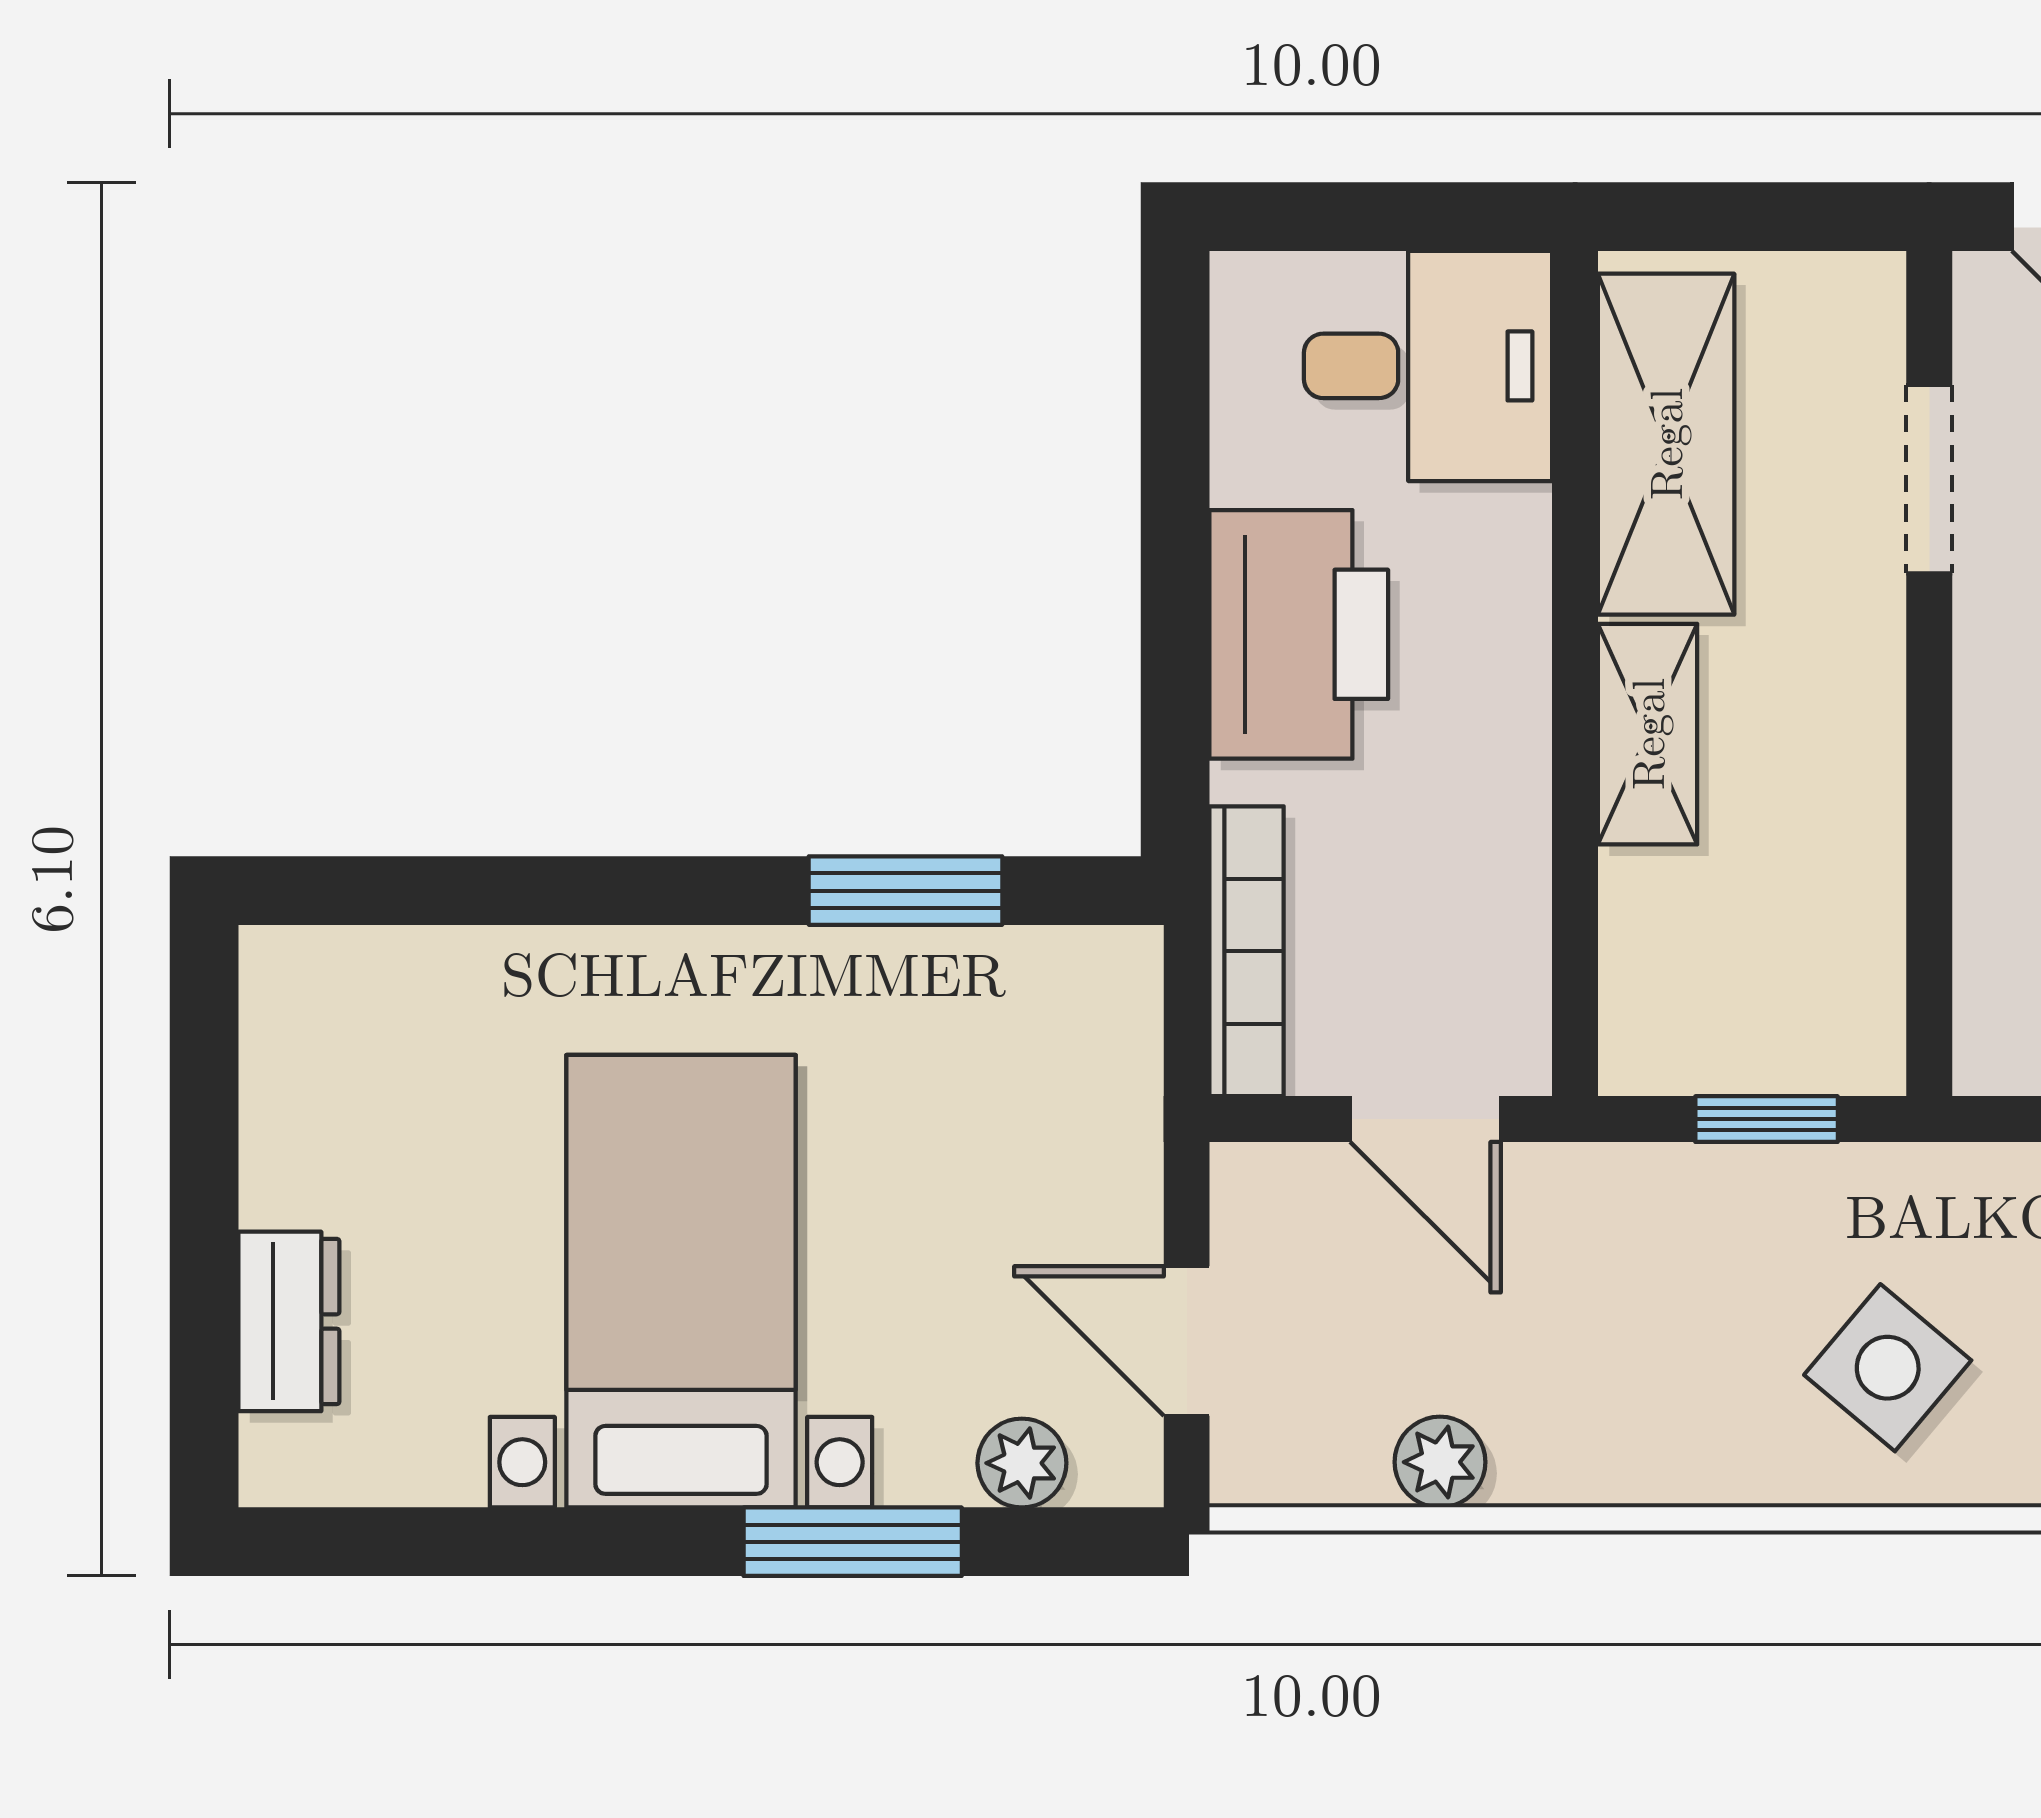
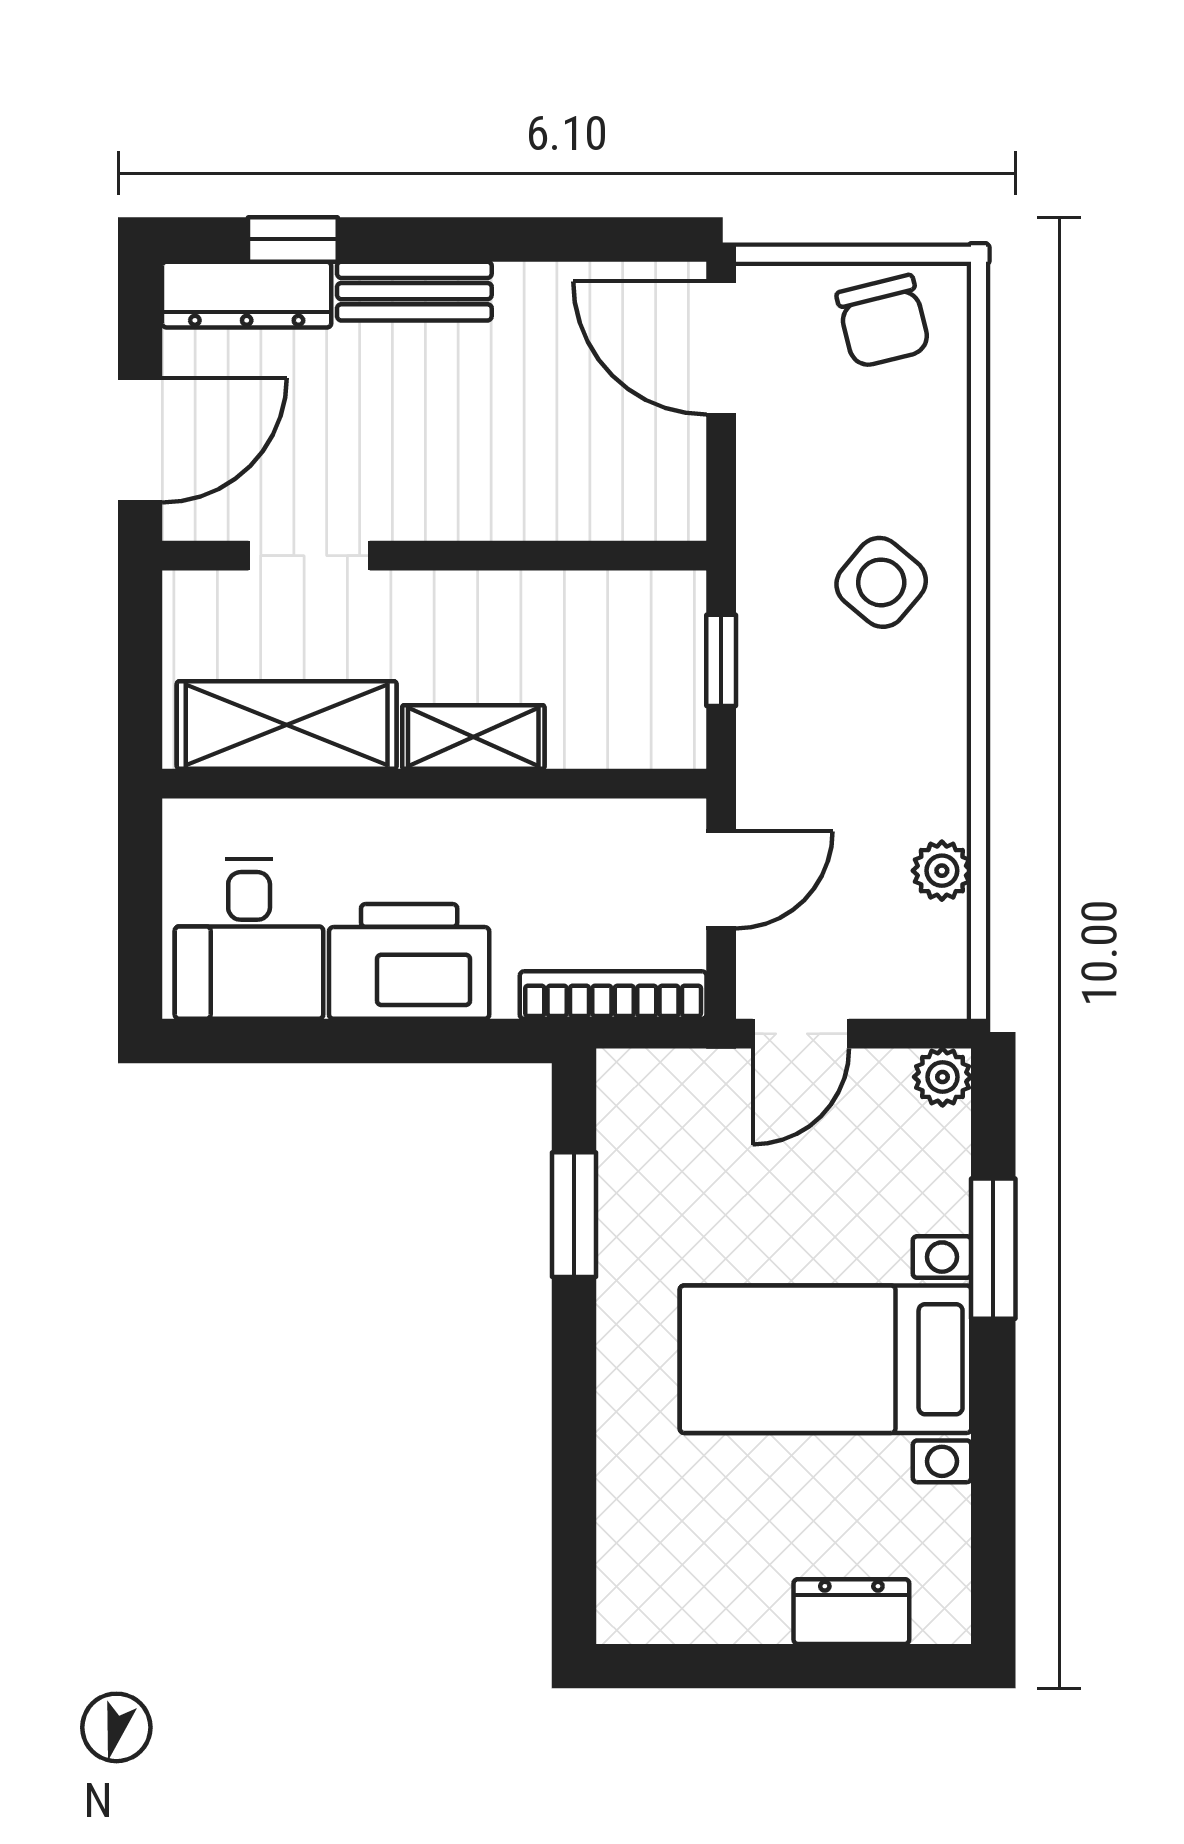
desk: (1428, 366) -> (249, 939), moved, turned 180
door: (1187, 1341) -> (801, 1034), moved
plant: (1022, 1463) -> (943, 1077), moved

